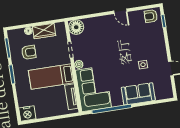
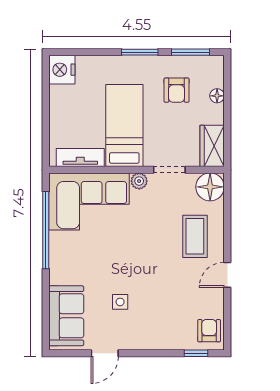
wardrobe: (44, 31) -> (212, 146), moved
coffee table: (103, 31) -> (195, 236), added
sofa: (138, 94) -> (66, 316), moved

